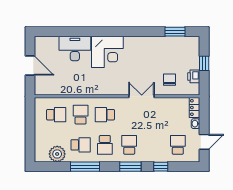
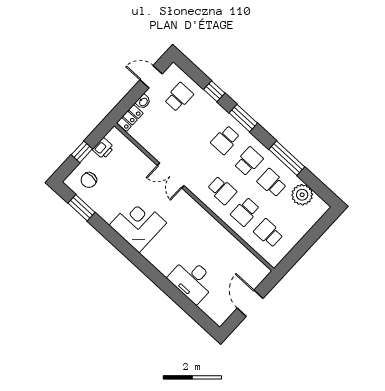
corner desk: (107, 52) -> (138, 224), moved
chair: (170, 80) -> (89, 180), moved
school desk: (178, 145) -> (179, 97), turned 180

